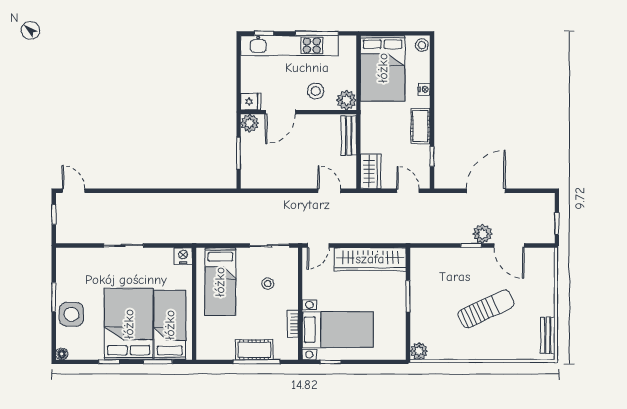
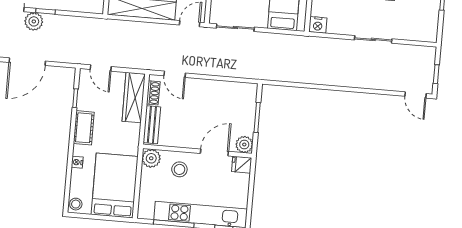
shoe rack: (350, 169) -> (153, 93), added
wardrobe: (371, 171) -> (134, 98), width x1.50

